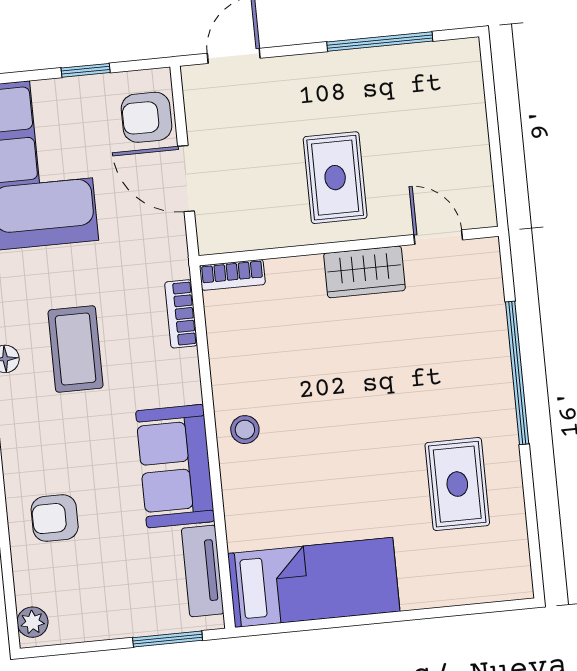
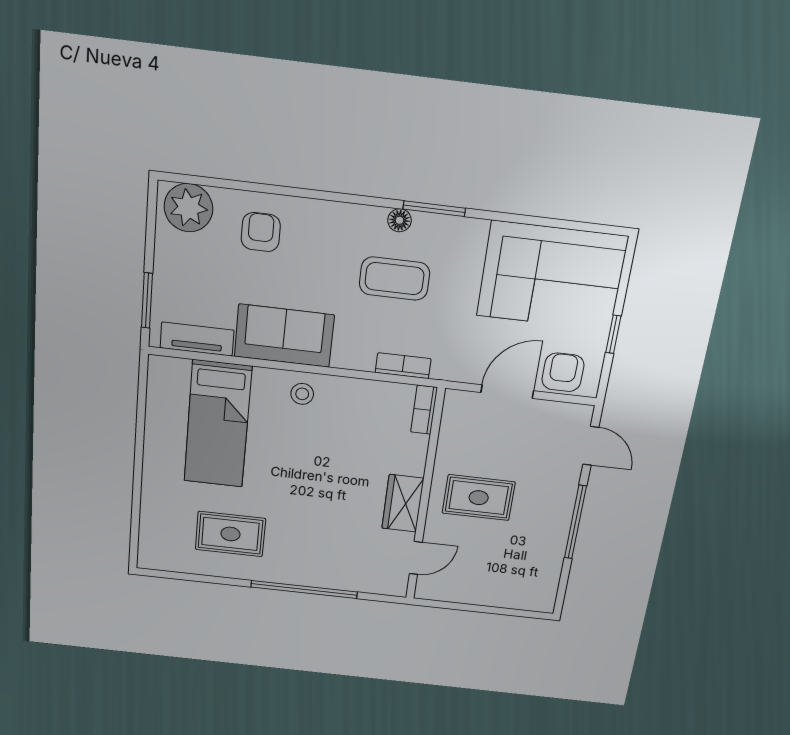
window: (380, 41) -> (575, 522), moved
bed: (314, 582) -> (218, 424), moved
plant: (32, 622) -> (188, 208), width x1.88, depth x1.88

